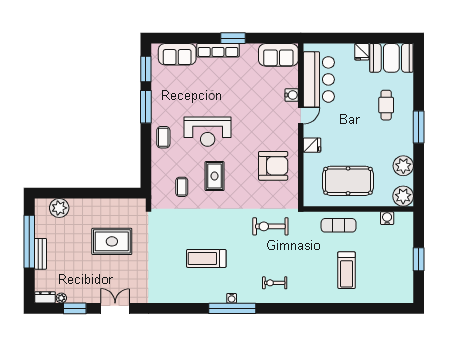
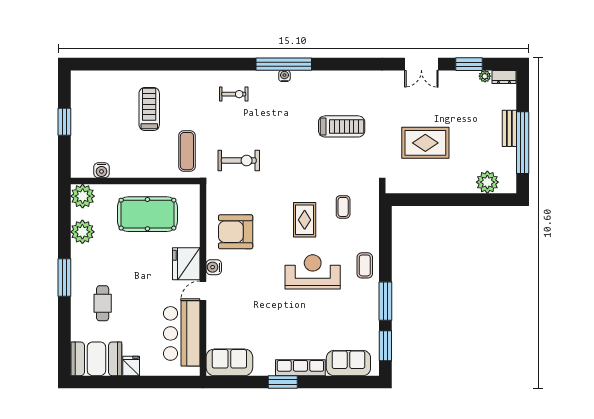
water cooler: (292, 95) -> (214, 267), moved
fridge: (312, 145) -> (186, 264), width x1.88, depth x1.34
exercise mat: (339, 225) -> (187, 151), moved, turned 90
treadmill: (206, 258) -> (342, 126), moved

